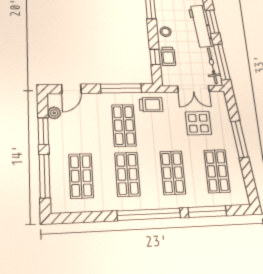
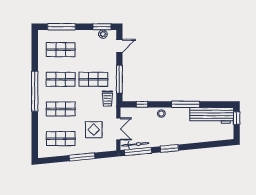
workbench: (201, 26) -> (166, 140), removed
trolley: (168, 56) -> (143, 114), removed
door: (71, 89) -> (119, 46), swing flipped
double door: (193, 89) -> (118, 129), swing flipped
window: (43, 131) -> (102, 27), moved
window: (207, 212) -> (35, 129), removed

